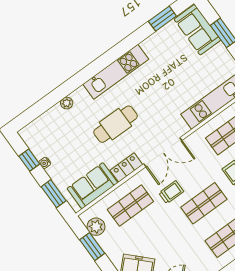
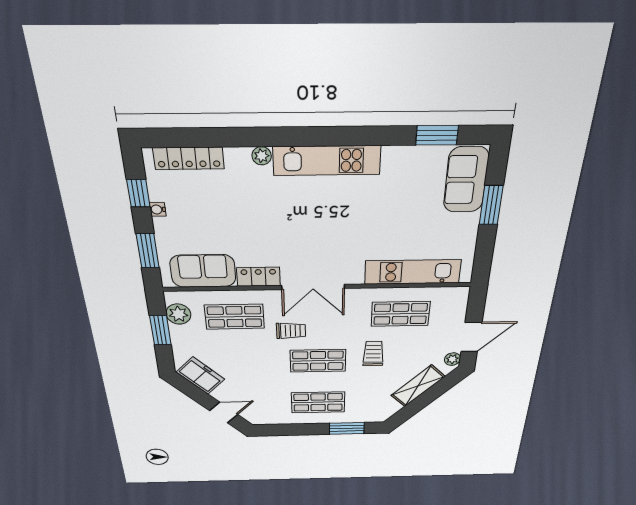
plant: (67, 103) -> (262, 156), moved
locker: (44, 121) -> (189, 158), added
cafe table: (116, 124) -> (280, 222), removed

